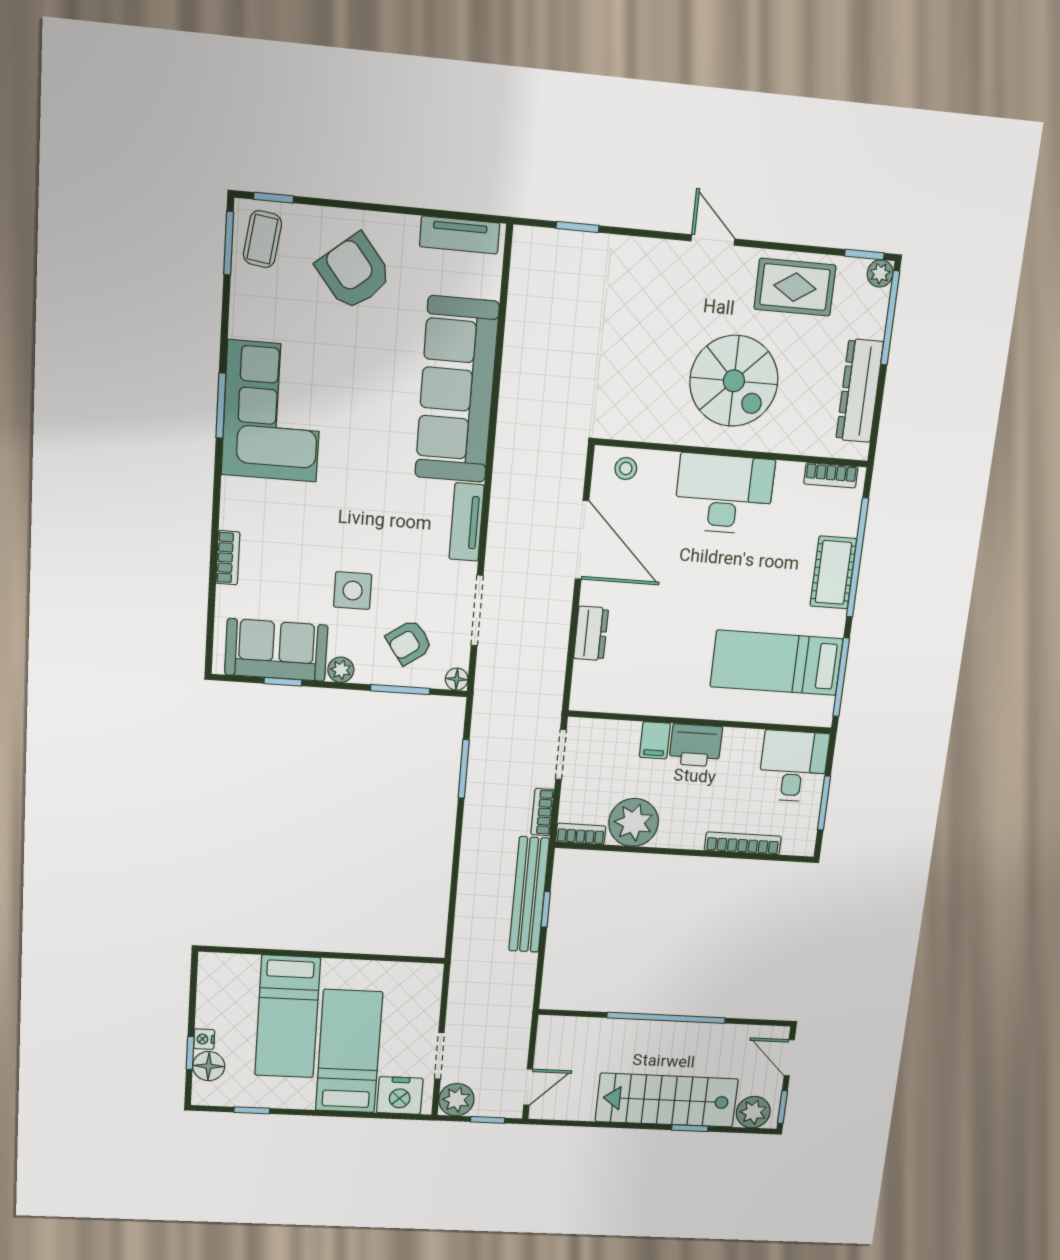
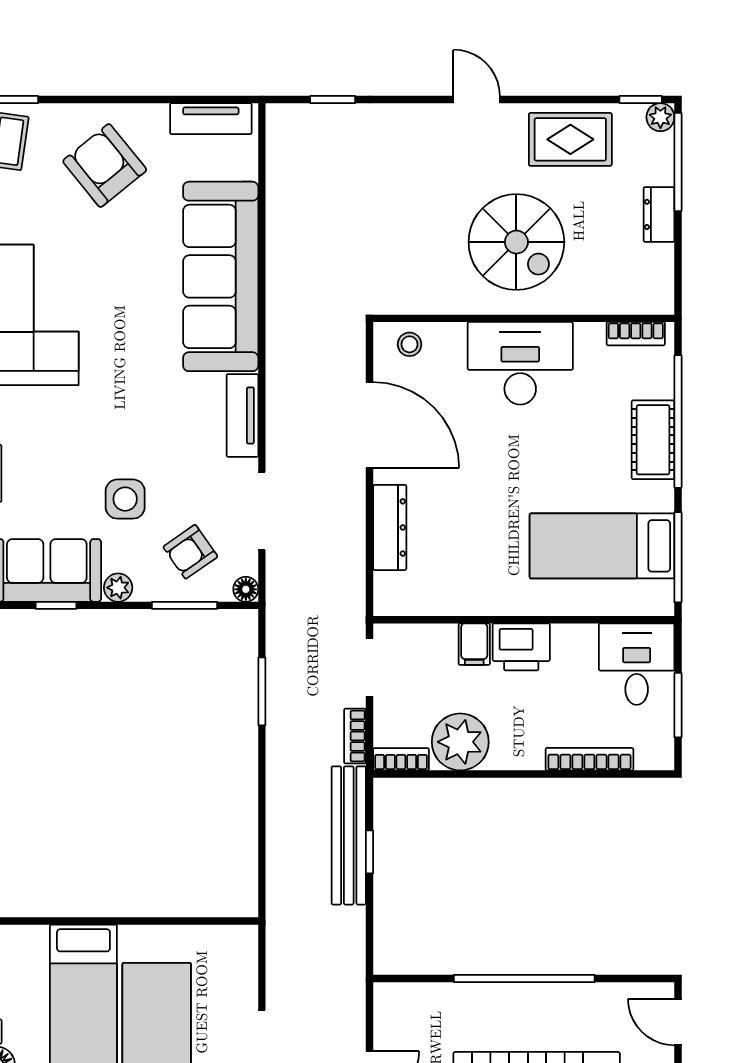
dresser: (860, 391) -> (659, 214), width x0.51, depth x0.80
dresser: (591, 633) -> (390, 527), width x1.44

